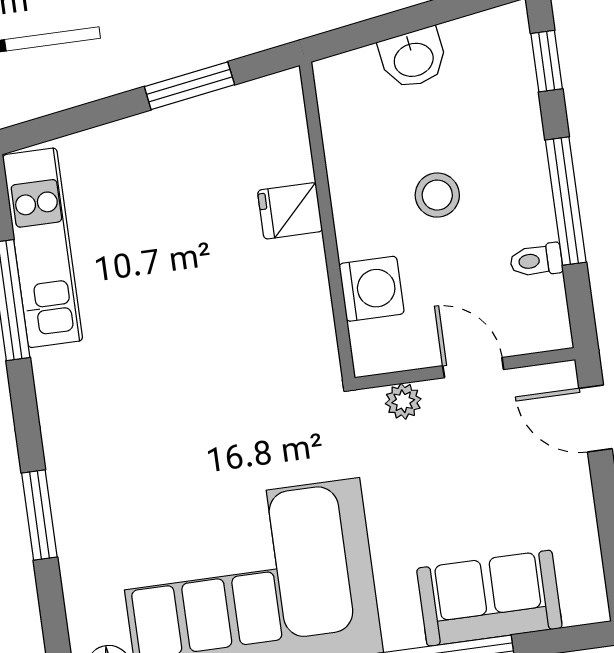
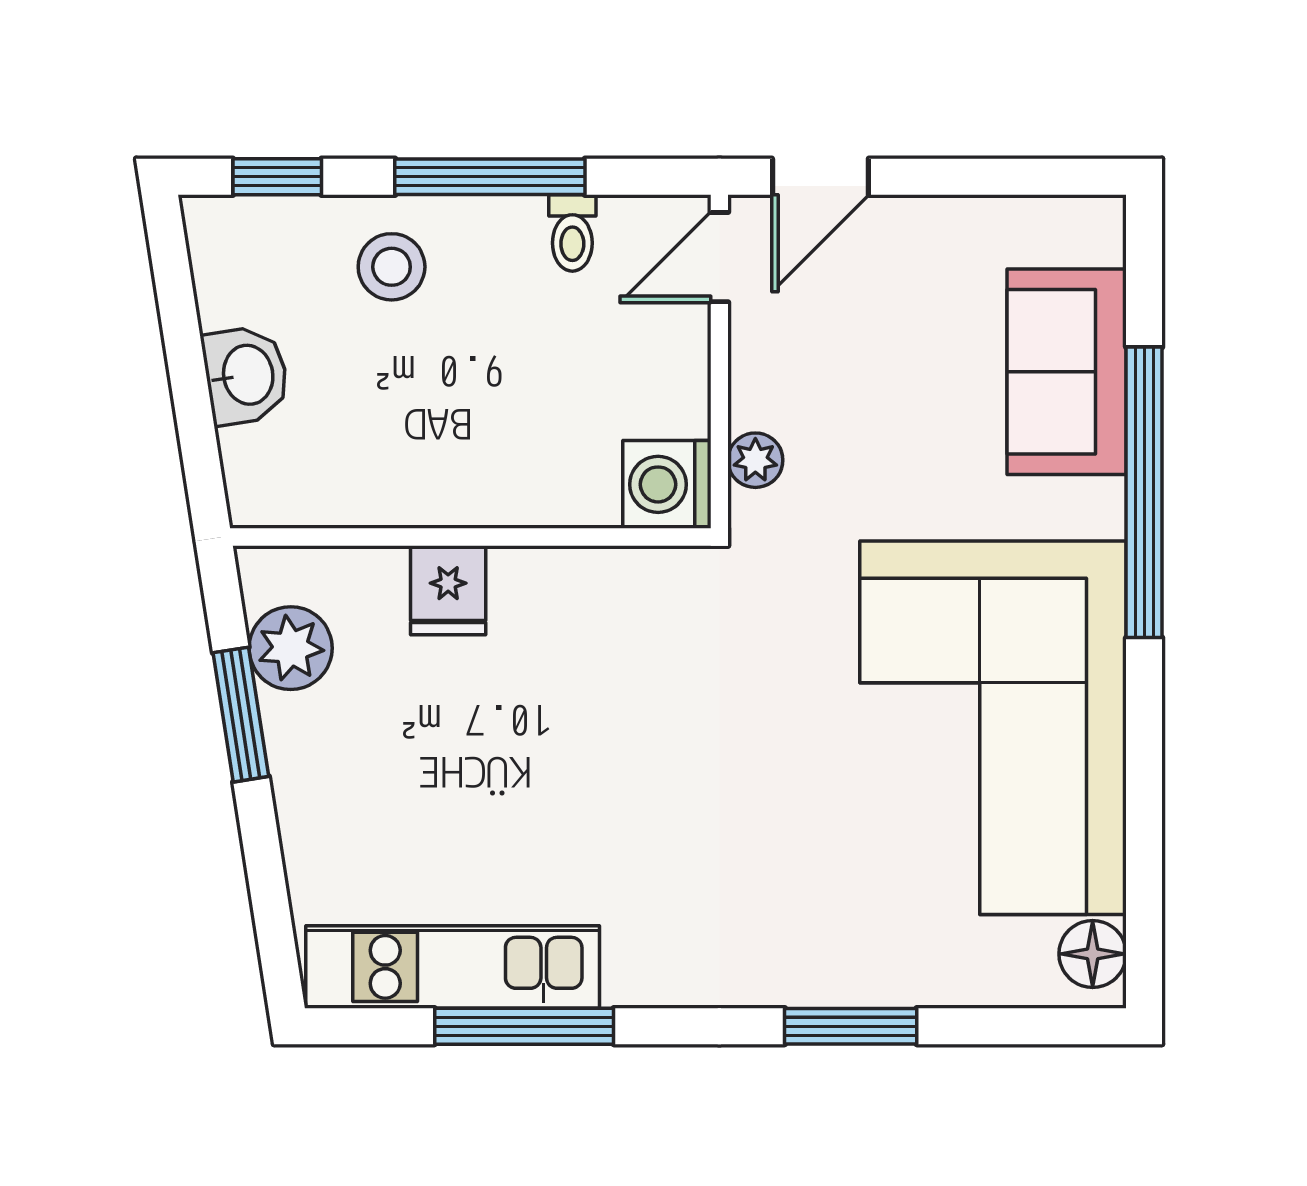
plant: (238, 112) -> (291, 648), added
stool: (437, 195) -> (392, 267), moved
washing machine: (372, 289) -> (667, 484), moved, turned -90
door: (473, 368) -> (719, 257), moved

